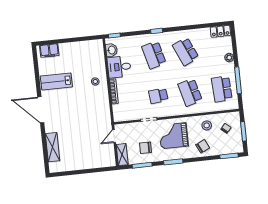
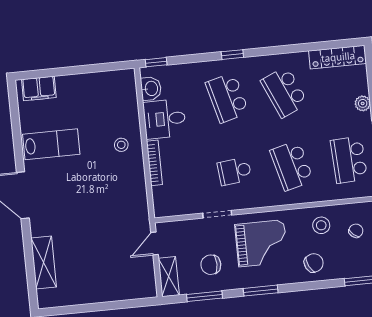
locker: (220, 31) -> (338, 57), width x1.53
lab bench: (56, 81) -> (51, 144), turned 180
grand piano: (173, 136) -> (261, 243), turned 180

